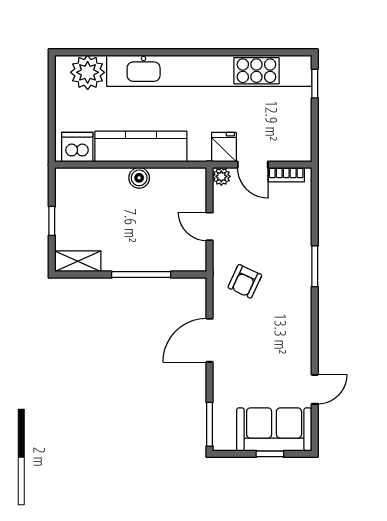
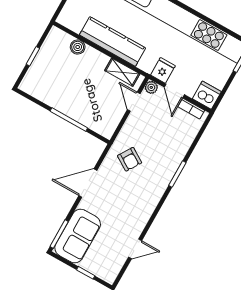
dishwasher: (77, 147) -> (207, 95), moved
boiler: (139, 178) -> (78, 47), moved
door: (210, 226) -> (134, 102), moved
shelving: (78, 261) -> (122, 72), moved
armchair: (245, 281) -> (130, 159), turned -83
sofa: (274, 429) -> (78, 236), moved, turned 90

